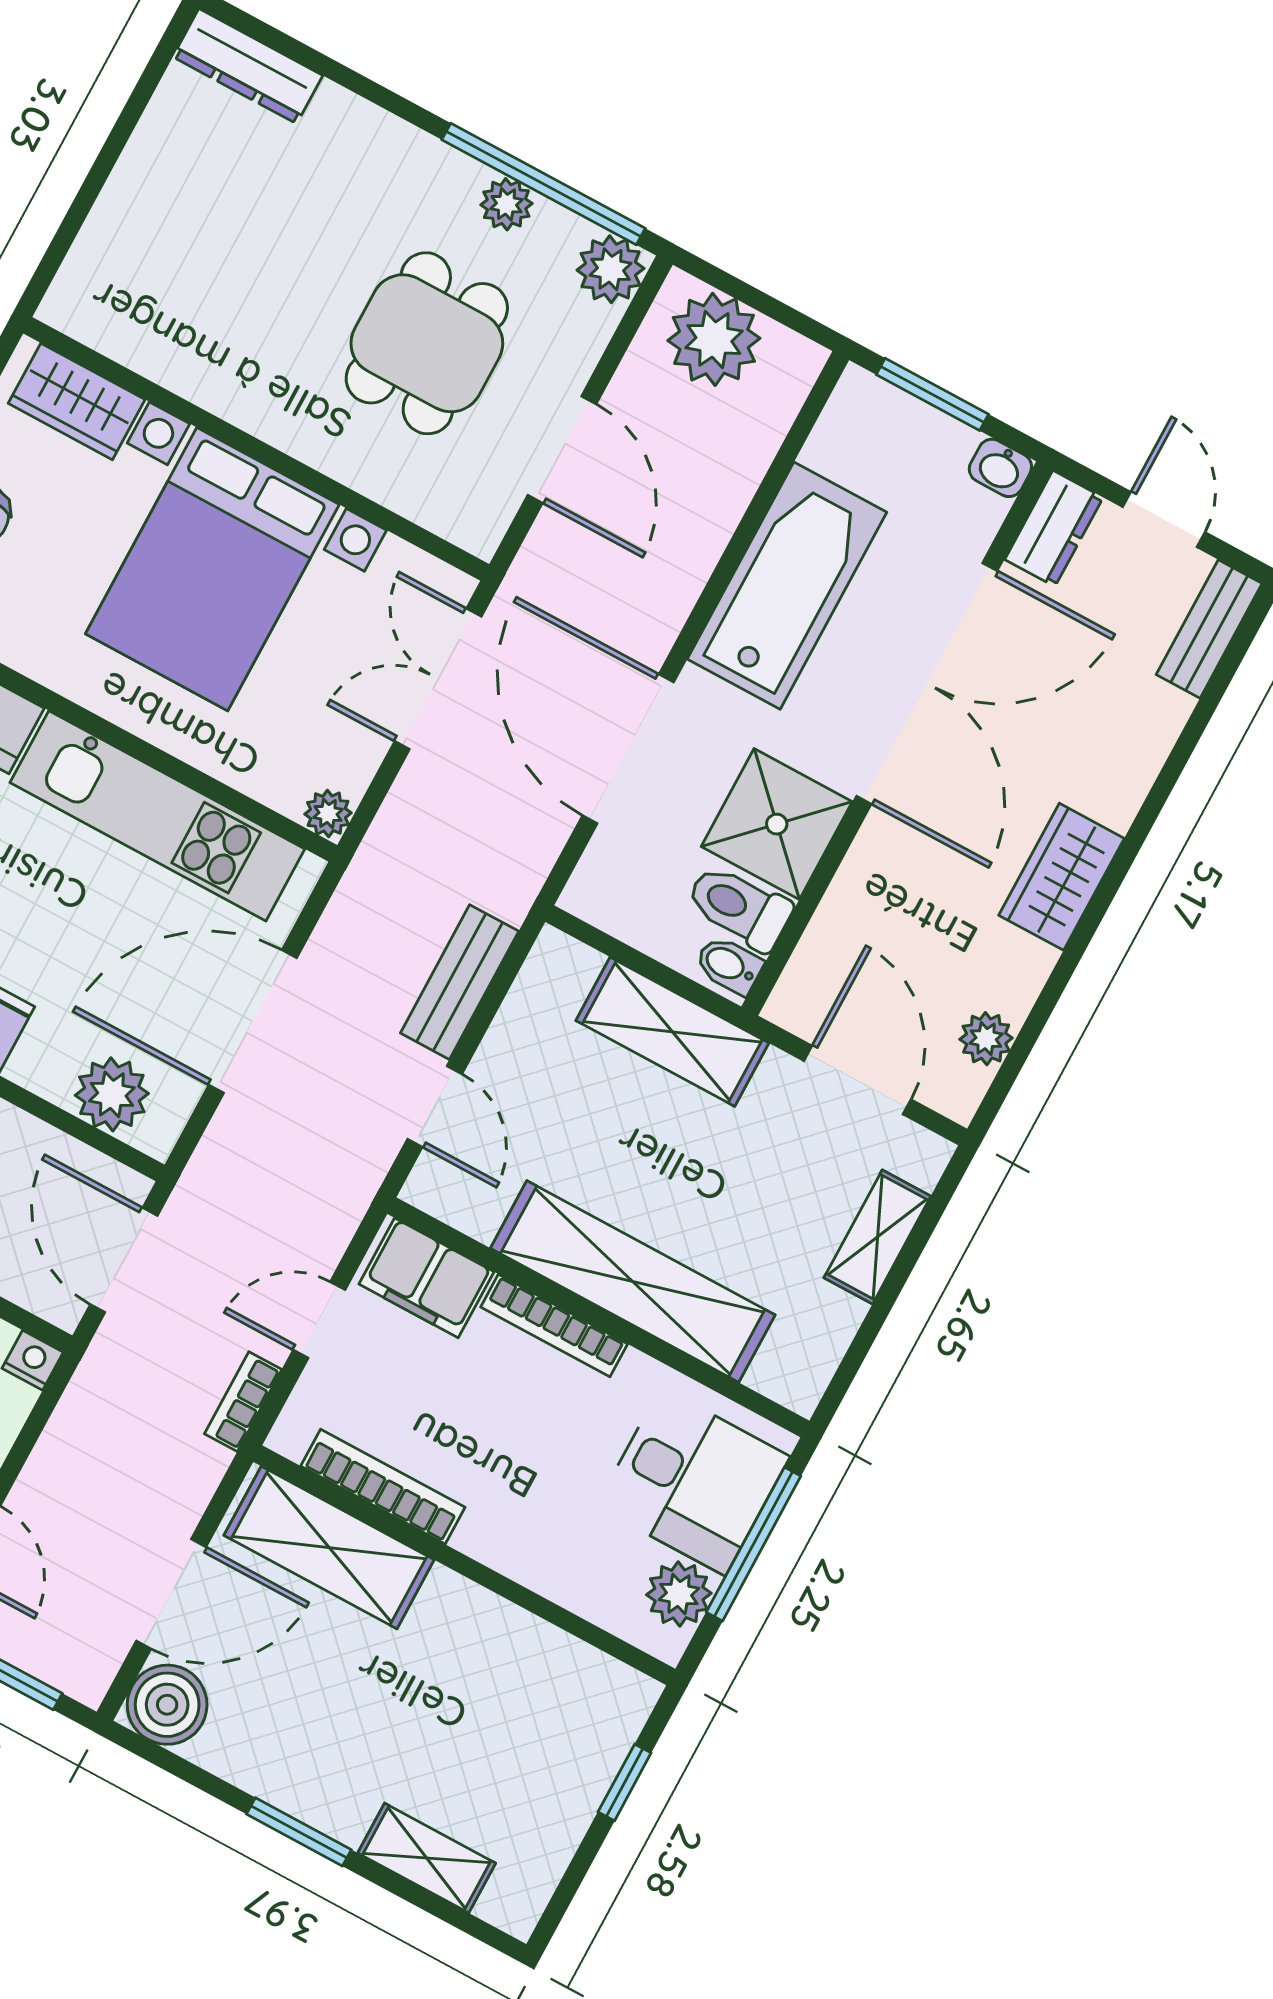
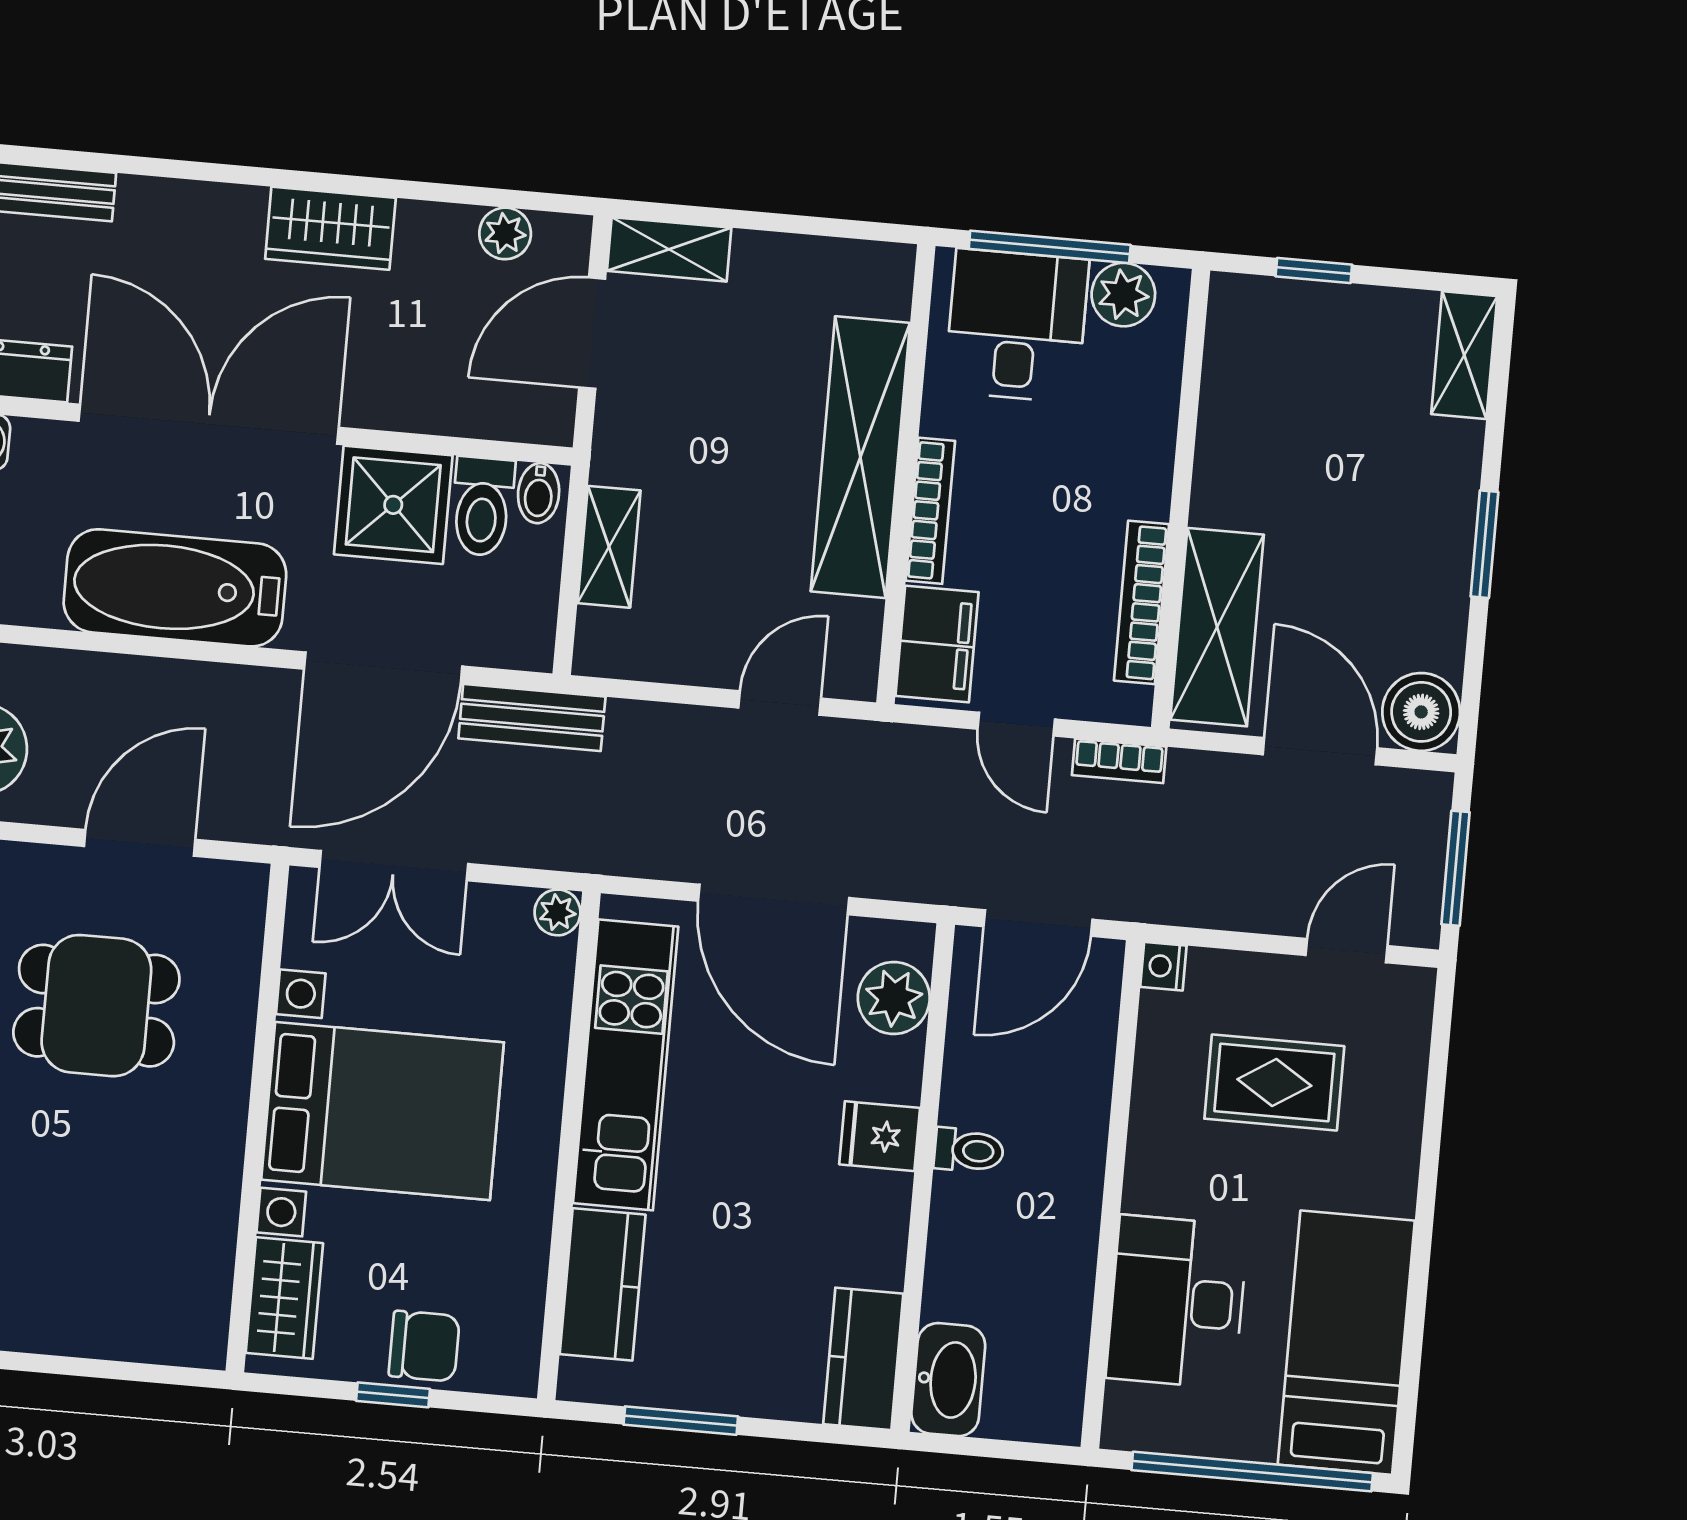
bench: (460, 982) -> (532, 718), moved
shelving: (672, 1032) -> (609, 547), width x0.67, depth x0.75
shelving: (877, 1237) -> (669, 249), moved
shelving: (427, 1858) -> (1464, 355), moved

